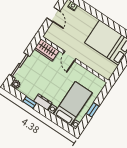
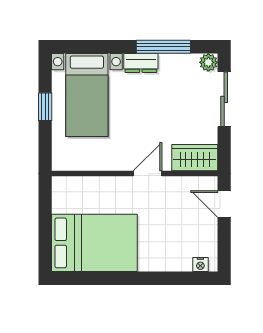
door: (53, 15) -> (224, 204), moved
door: (70, 56) -> (148, 174), hinge flipped
window: (30, 102) -> (163, 47), width x2.17

